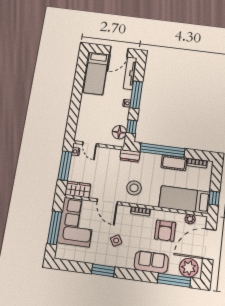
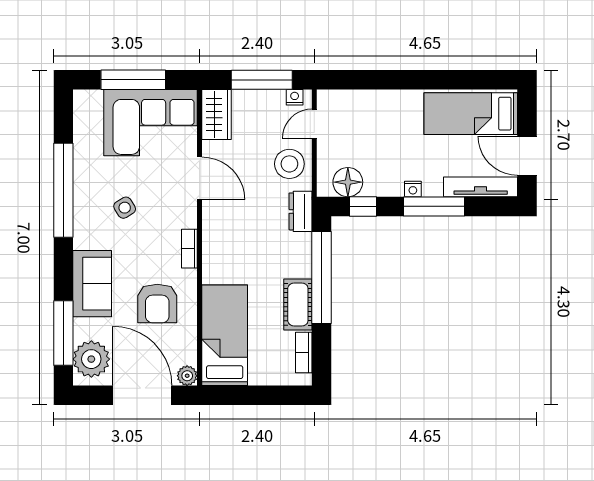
stool: (134, 188) -> (289, 164), moved
window: (214, 198) -> (236, 395), removed
door: (107, 202) -> (200, 178), swing flipped
plant: (190, 219) -> (187, 376), moved
armchair: (165, 231) -> (157, 303), turned -90
window: (103, 270) -> (63, 190), width x2.11

